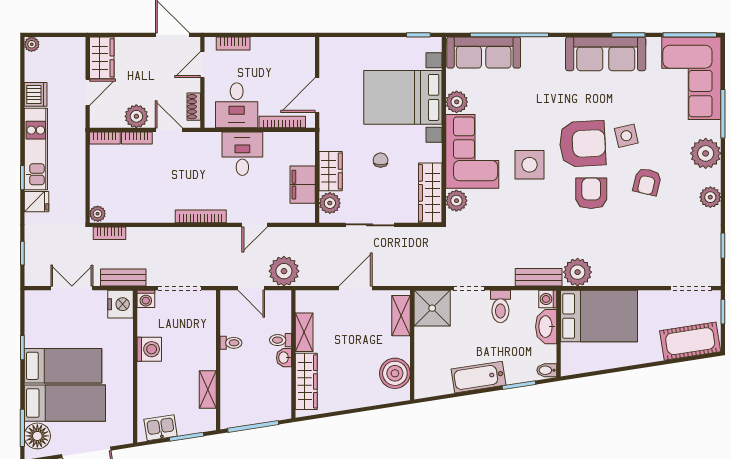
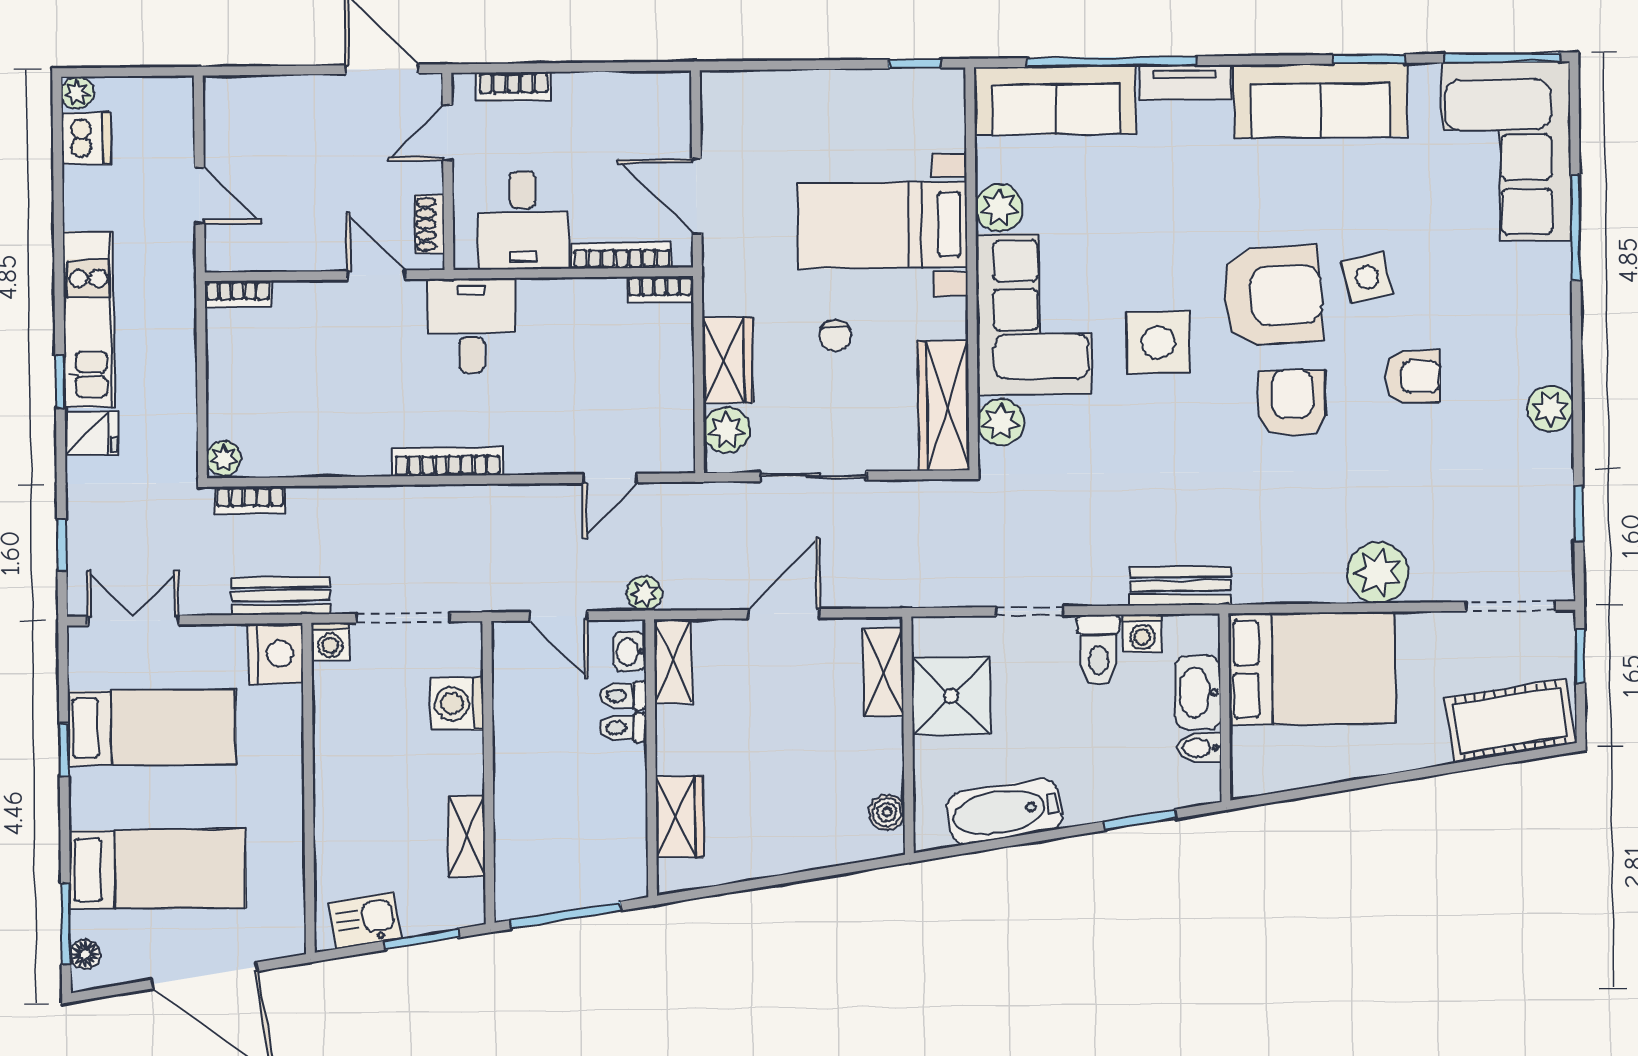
tv unit: (543, 45) -> (1185, 83), added
wardrobe: (102, 58) -> (229, 121), removed
door: (88, 92) -> (200, 195), hinge flipped
dishwasher: (36, 94) -> (86, 138), moved
door: (317, 95) -> (697, 196), hinge flipped
bed with nightstands: (403, 97) -> (882, 225), width x0.73
plant: (136, 116) -> (306, 246), removed
bookcase: (137, 138) -> (660, 290), moved
plant: (706, 153) -> (1539, 314), removed
desk: (242, 154) -> (472, 326), moved
chair: (381, 160) -> (835, 336), turned 180
armchair: (647, 182) -> (1413, 377), turned -103
filing cabinet: (303, 185) -> (667, 391), removed
door: (255, 225) -> (610, 478), moved
plant: (284, 271) -> (644, 593), width x0.53, depth x0.53
plant: (578, 272) -> (1378, 573), moved
double door: (72, 288) -> (133, 620), moved
washing machine: (548, 299) -> (1142, 633), moved, turned -90
shower: (432, 308) -> (951, 696), moved
shelving: (304, 332) -> (673, 661), moved
toilet: (231, 343) -> (623, 695), moved, turned 180
washing machine: (149, 349) -> (457, 704), moved, turned 180
washbasin: (284, 358) -> (630, 652), moved
bed: (63, 366) -> (152, 728), moved
bidet: (547, 370) -> (1200, 748), moved
boiler: (395, 373) -> (887, 812), width x0.54, depth x0.54
bathtub: (478, 377) -> (1004, 811), moved
wardrobe: (306, 381) -> (680, 817), width x0.67
floor lamp: (37, 436) -> (85, 954), width x0.53, depth x0.53

